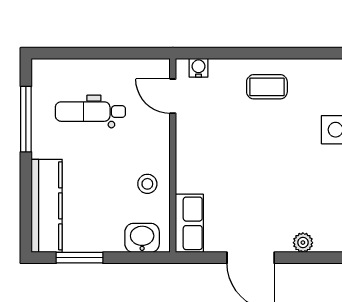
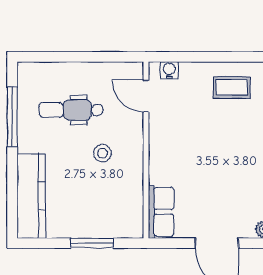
stool: (147, 184) -> (102, 153), moved
washbasin: (142, 238) -> (118, 225), removed
window: (80, 258) -> (92, 243), moved

